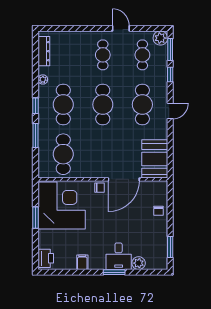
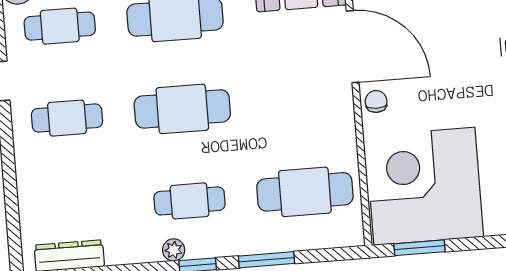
plant: (43, 79) -> (174, 250), moved
cafe table: (63, 105) -> (190, 201), width x0.73, depth x0.74
window: (35, 218) -> (419, 248), moved

